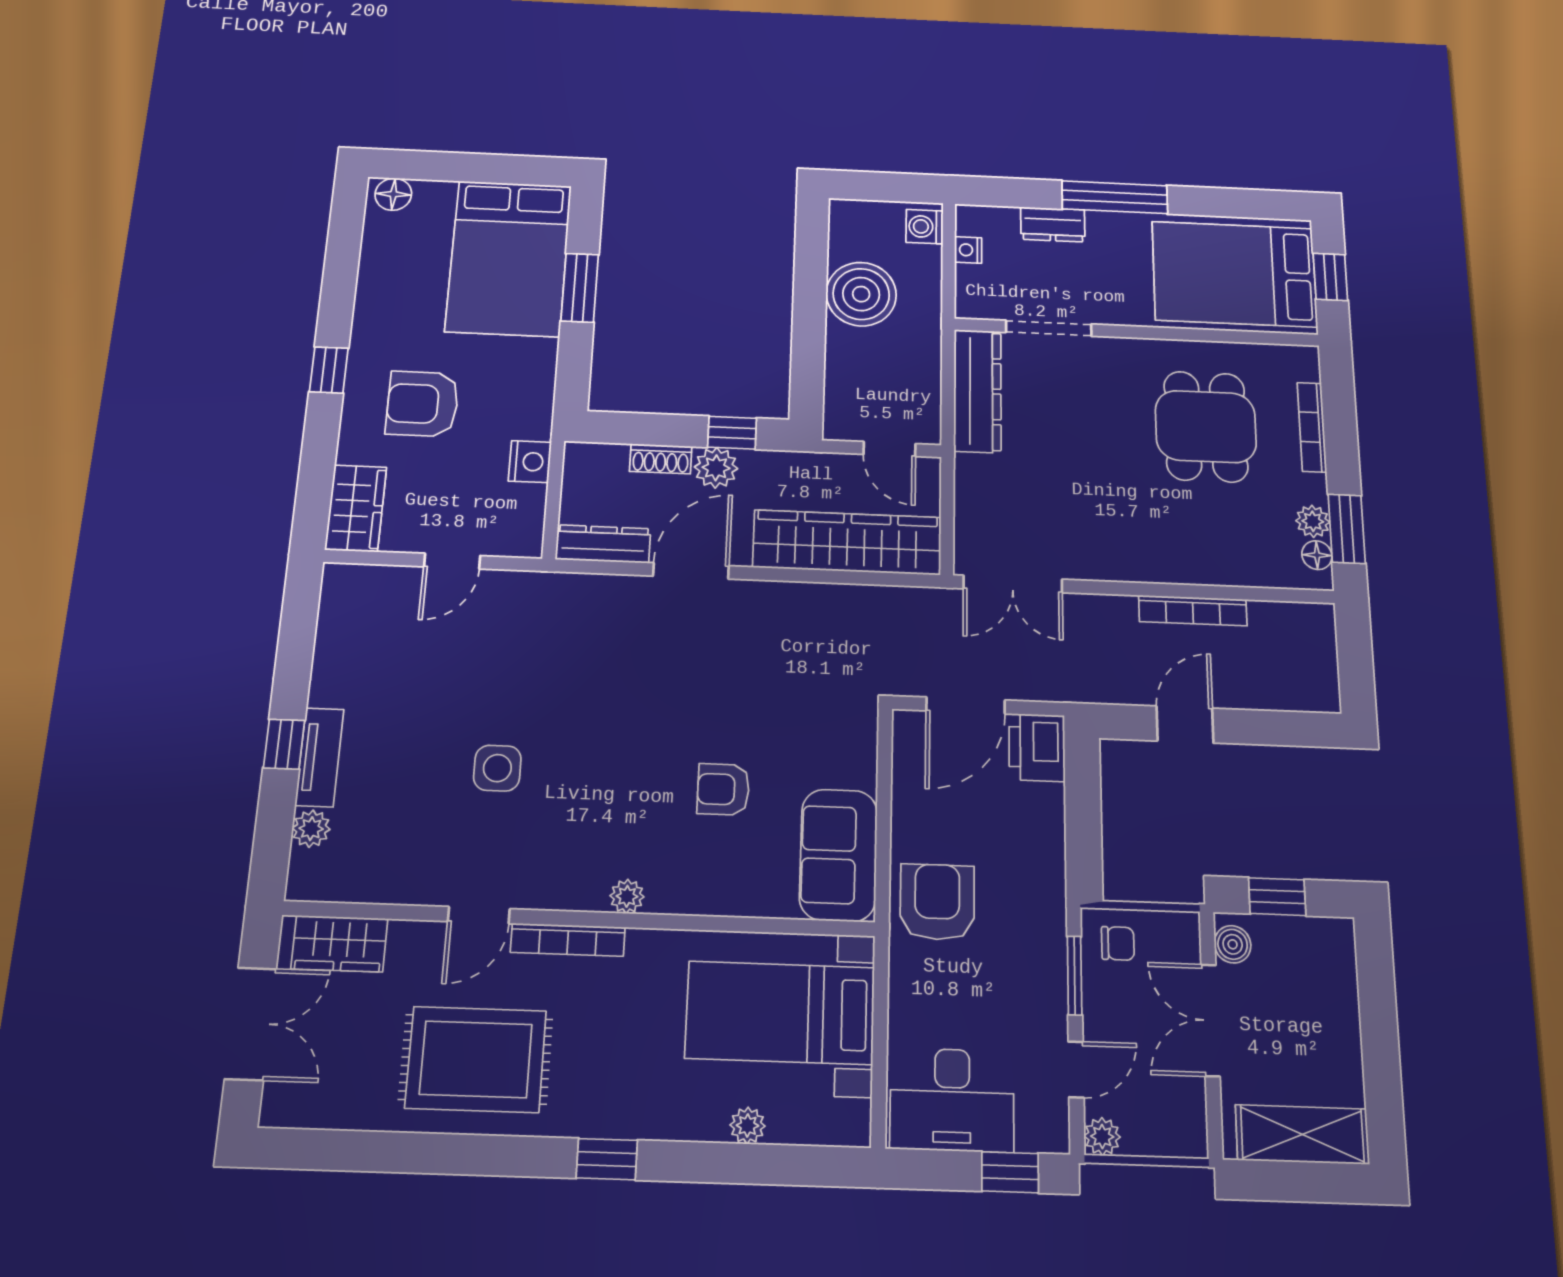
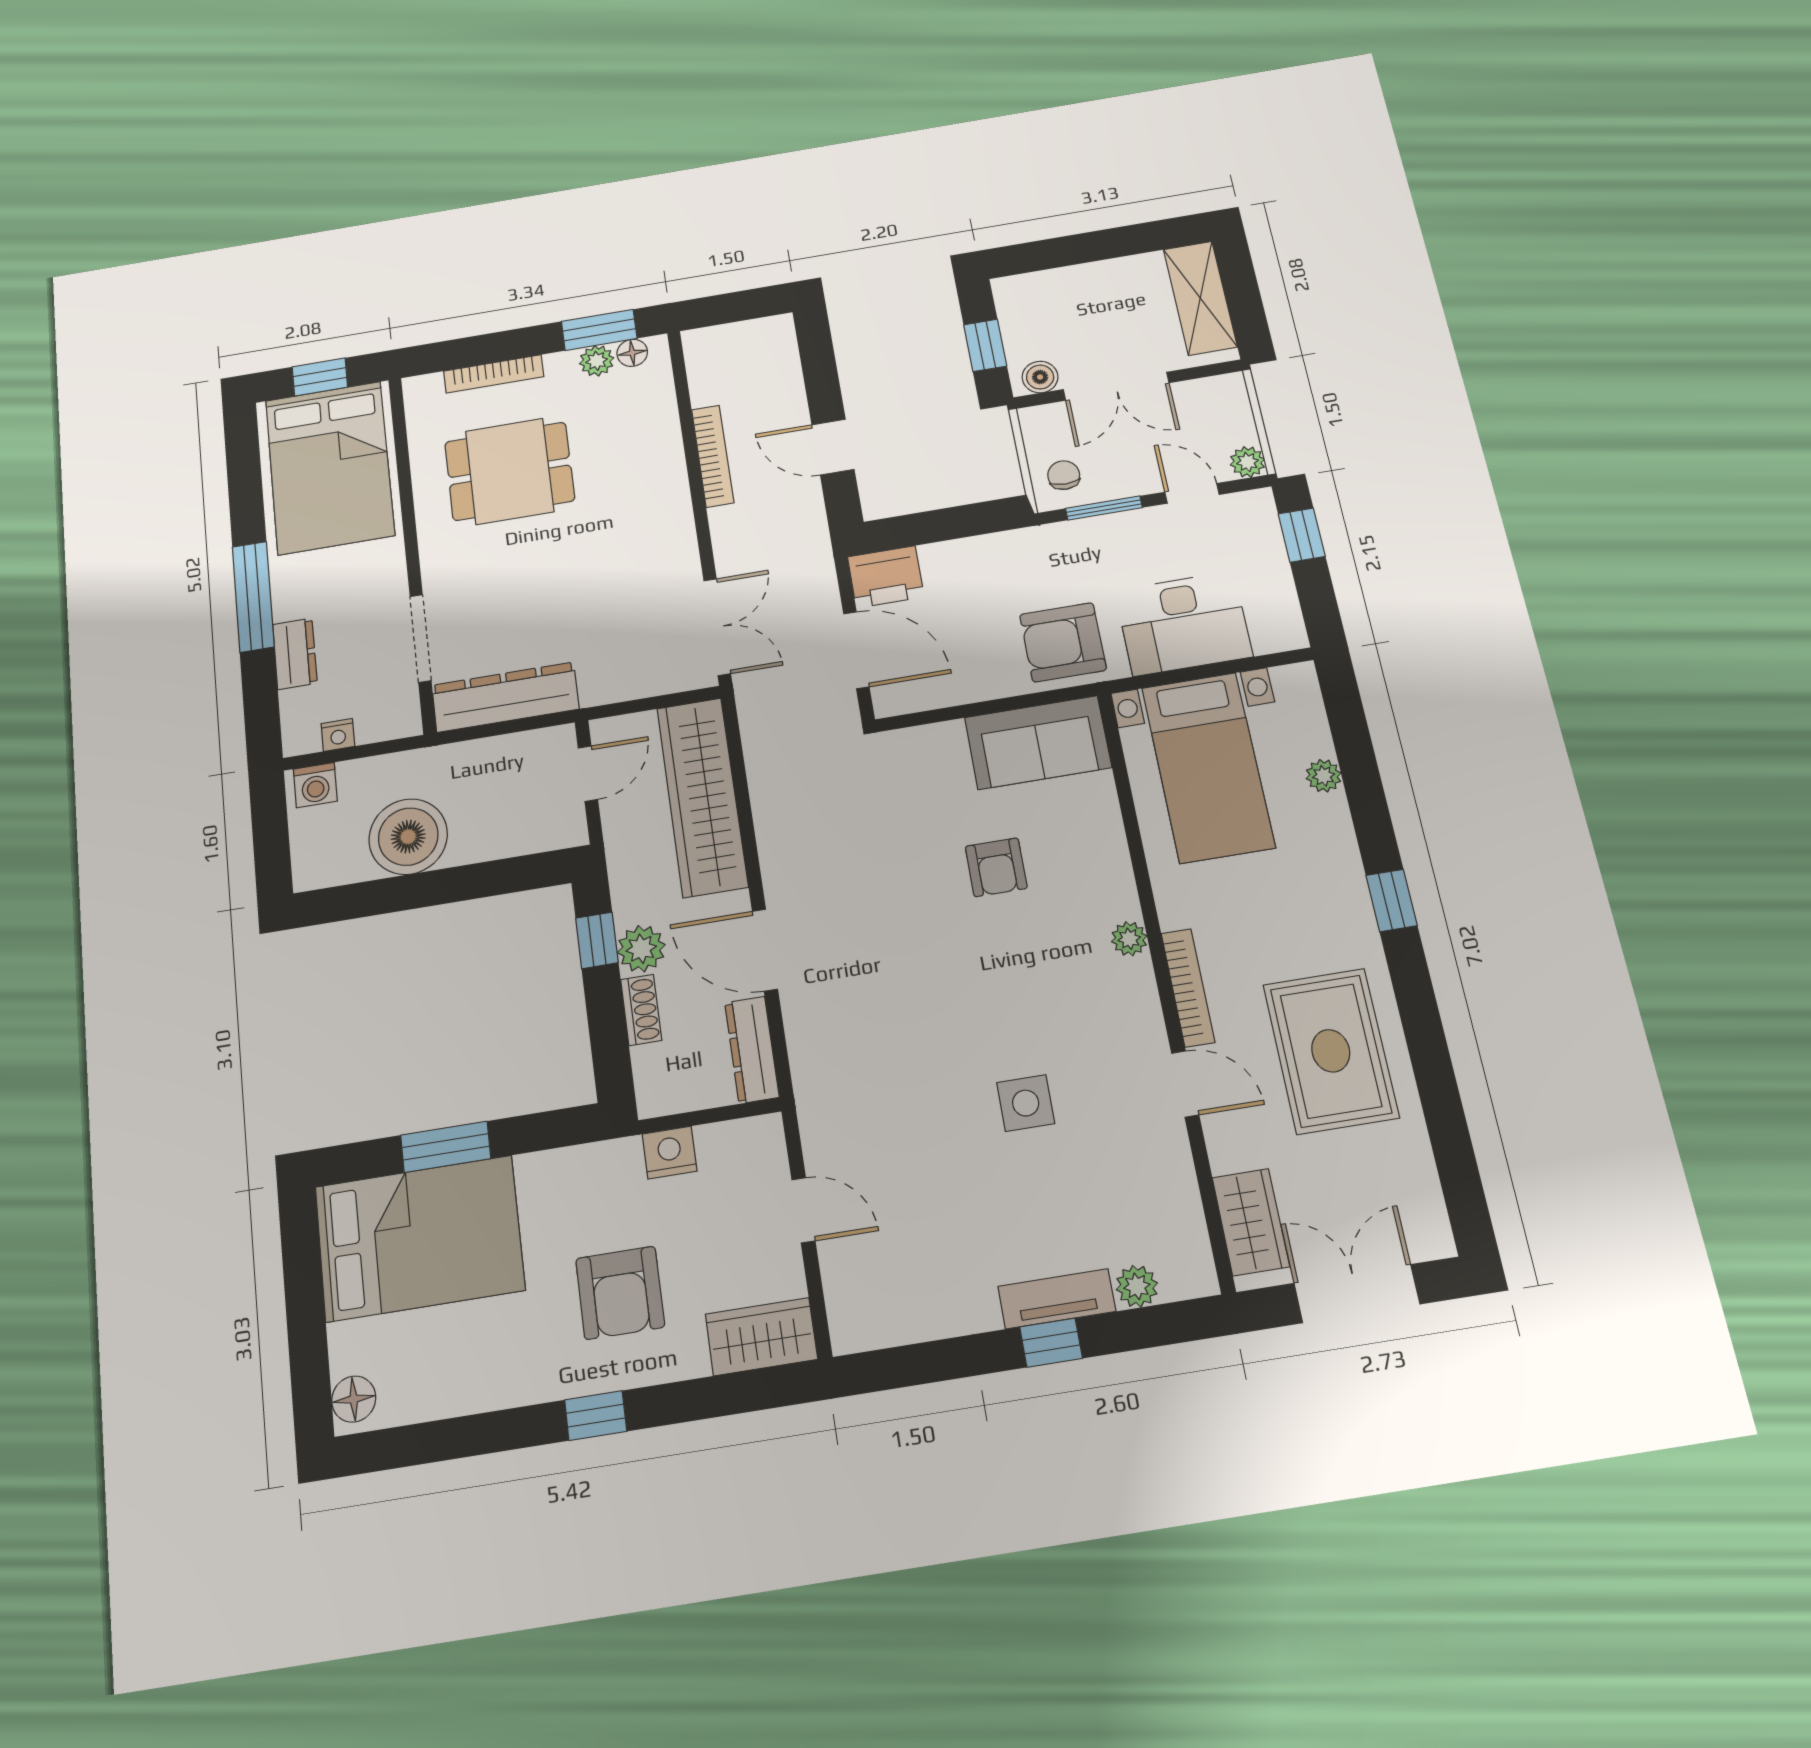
desk: (952, 1100) -> (1184, 623), moved, turned 90

